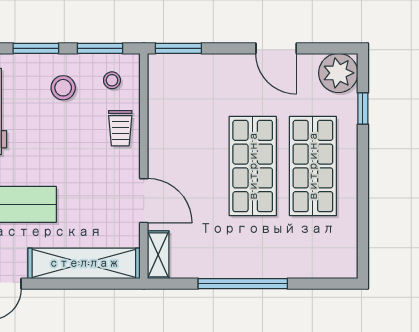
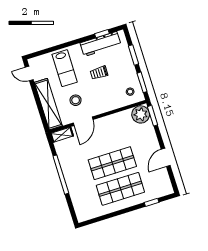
plant: (338, 73) -> (141, 114), moved
stool: (63, 88) -> (76, 100), moved
trolley: (120, 128) -> (99, 73), moved

